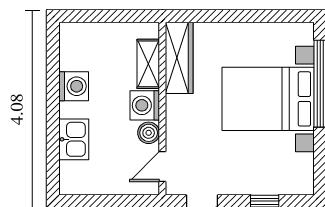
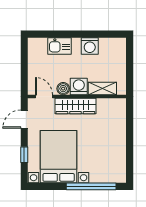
wardrobe: (179, 58) -> (75, 106), moved
bed with nightstands: (268, 99) -> (59, 157), moved

